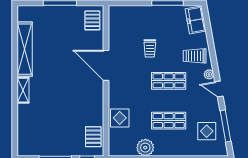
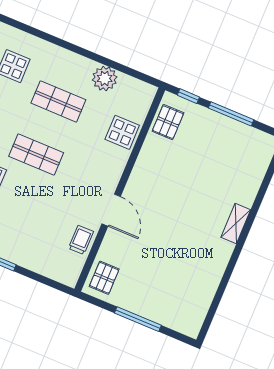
trolley: (150, 48) -> (81, 240), moved
shelving: (25, 49) -> (211, 277), removed
door: (106, 65) -> (111, 210), width x0.73

